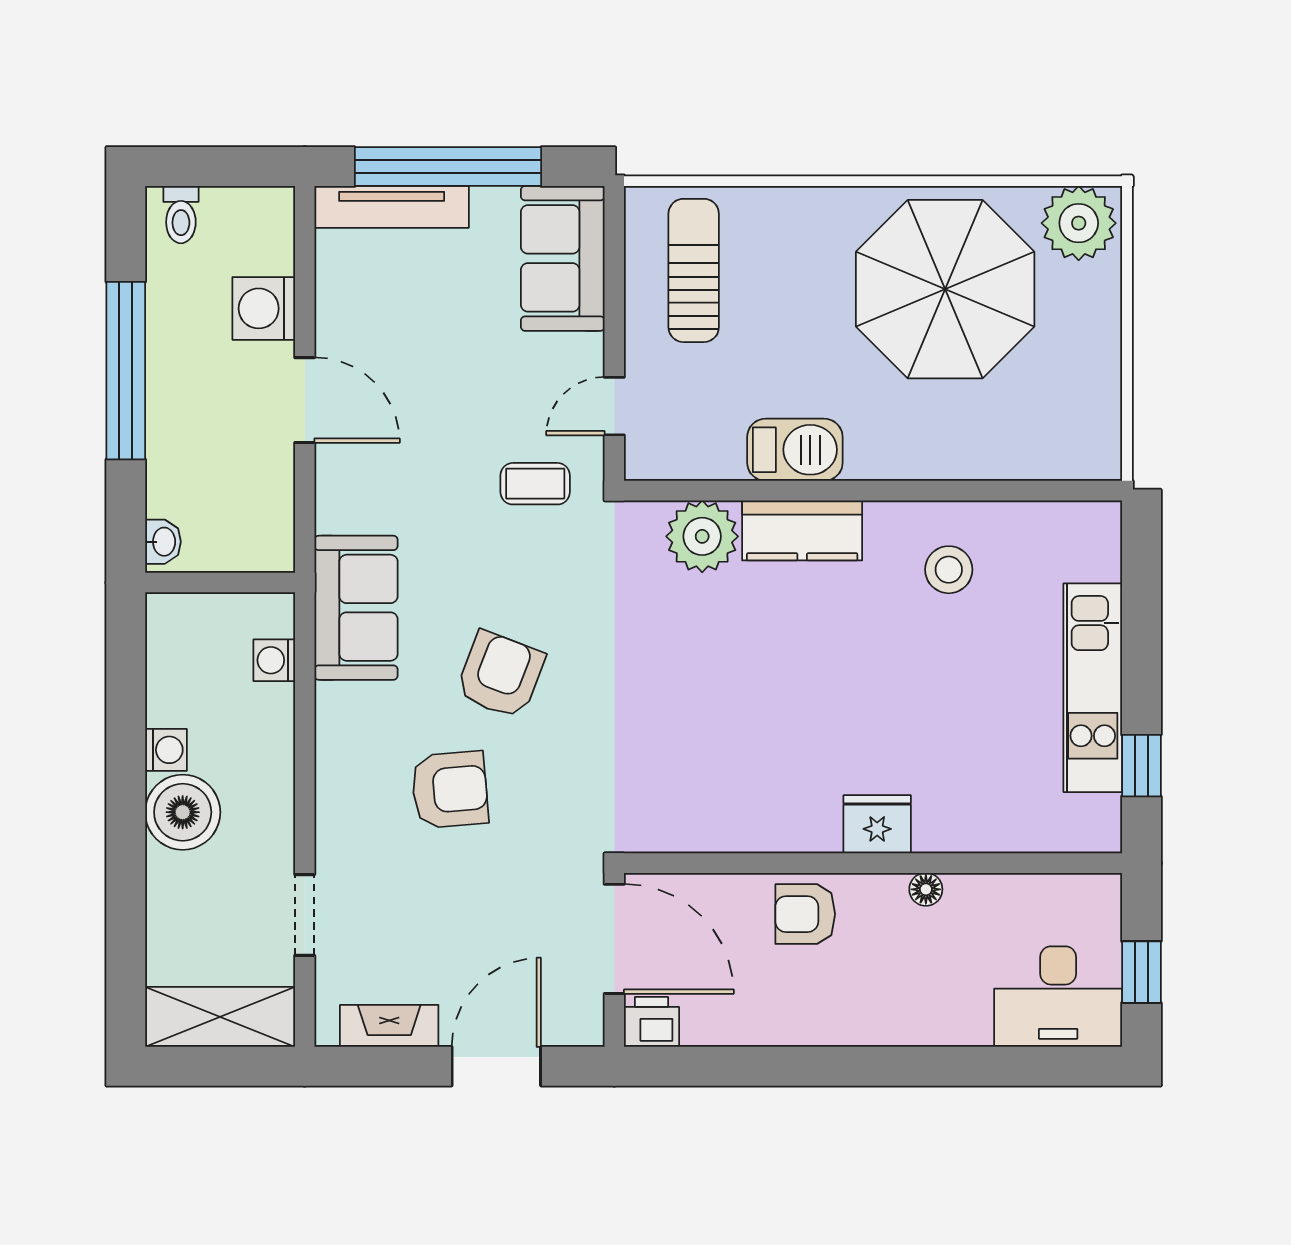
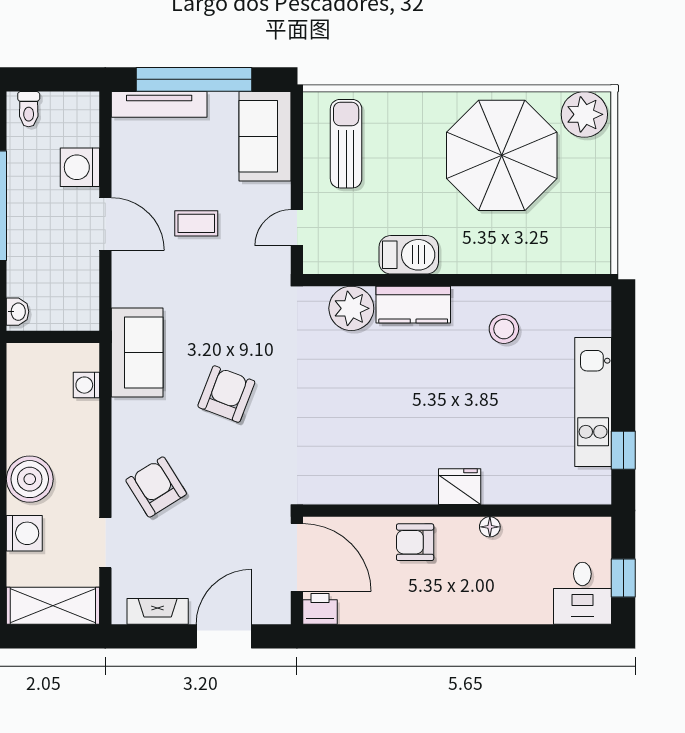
coffee table: (535, 484) -> (196, 223), moved
washing machine: (166, 750) -> (24, 533), moved, width x1.38, depth x1.38
armchair: (450, 790) -> (156, 487), moved, turned -117
desk: (1058, 997) -> (582, 593), width x0.73

